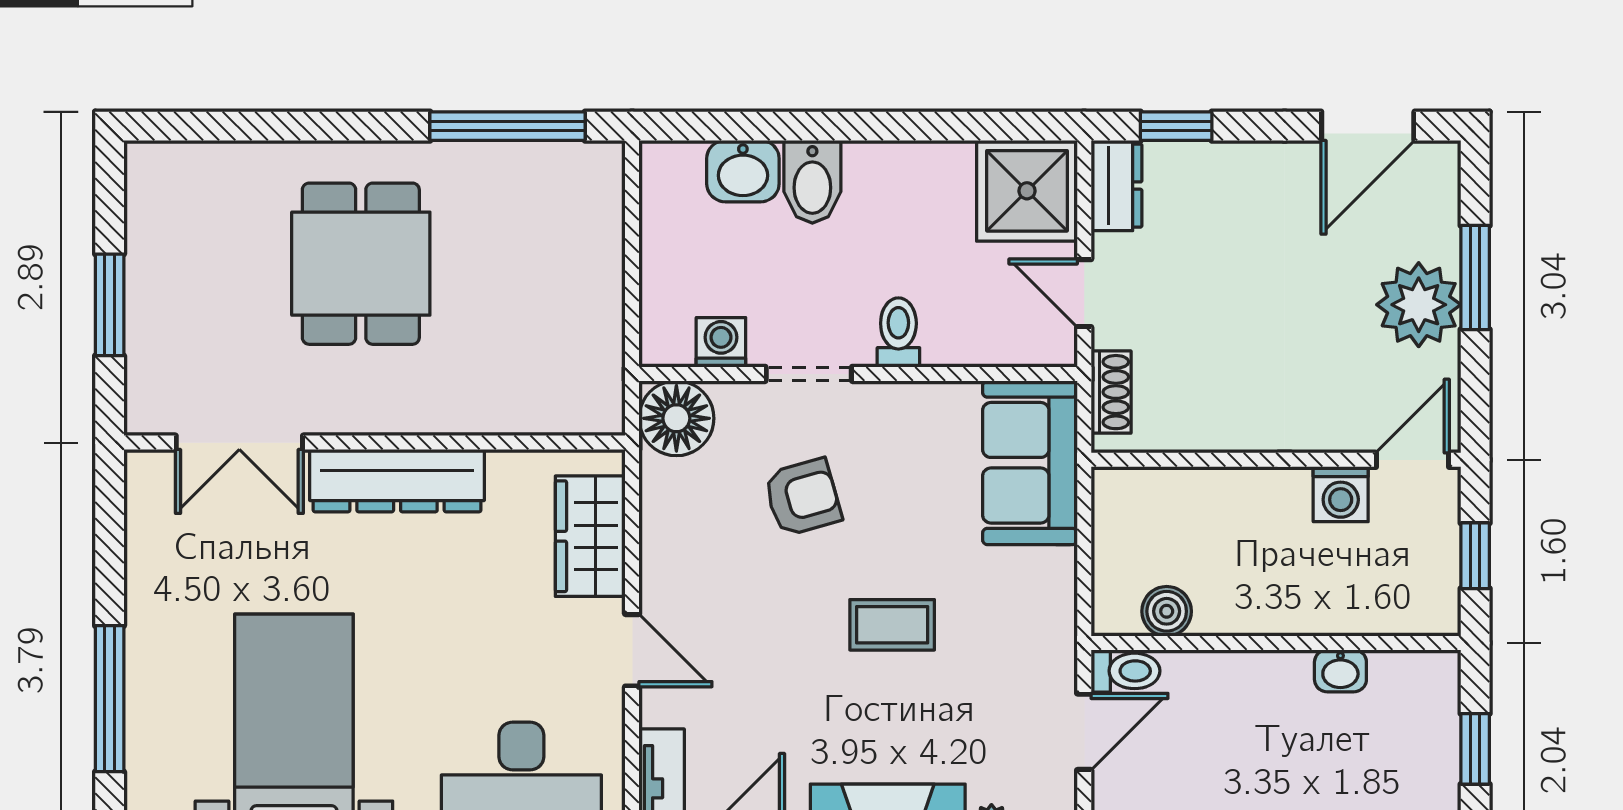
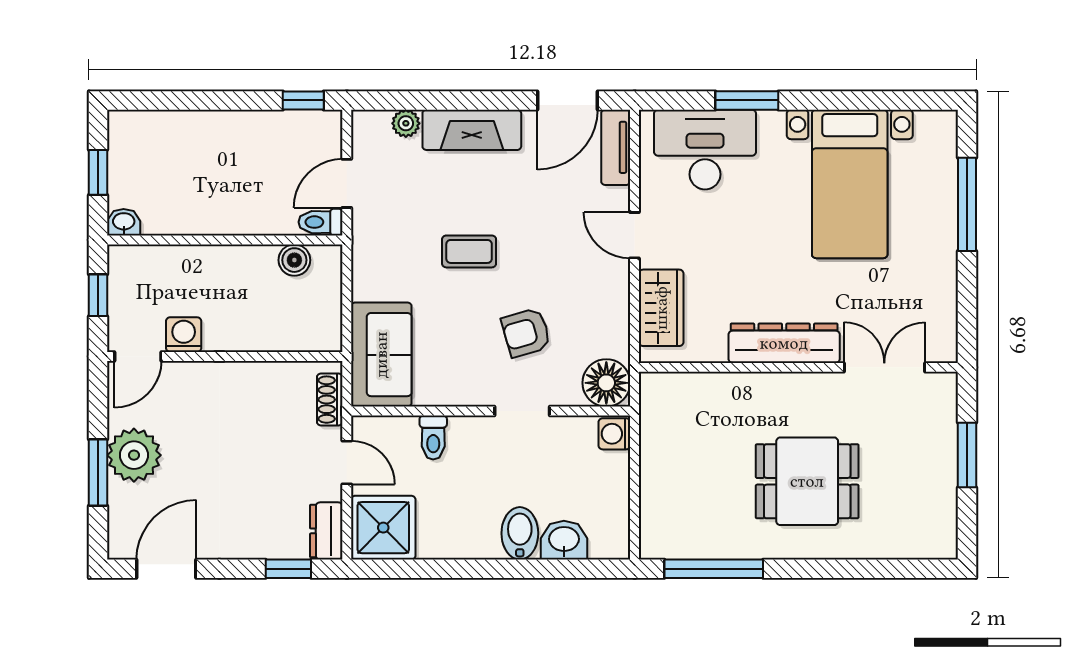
dining table: (361, 264) -> (807, 481), turned 90
toilet: (898, 332) -> (433, 437), moved
washing machine: (721, 342) -> (614, 434), moved, turned 90
washbasin: (1340, 671) -> (124, 222), moved

